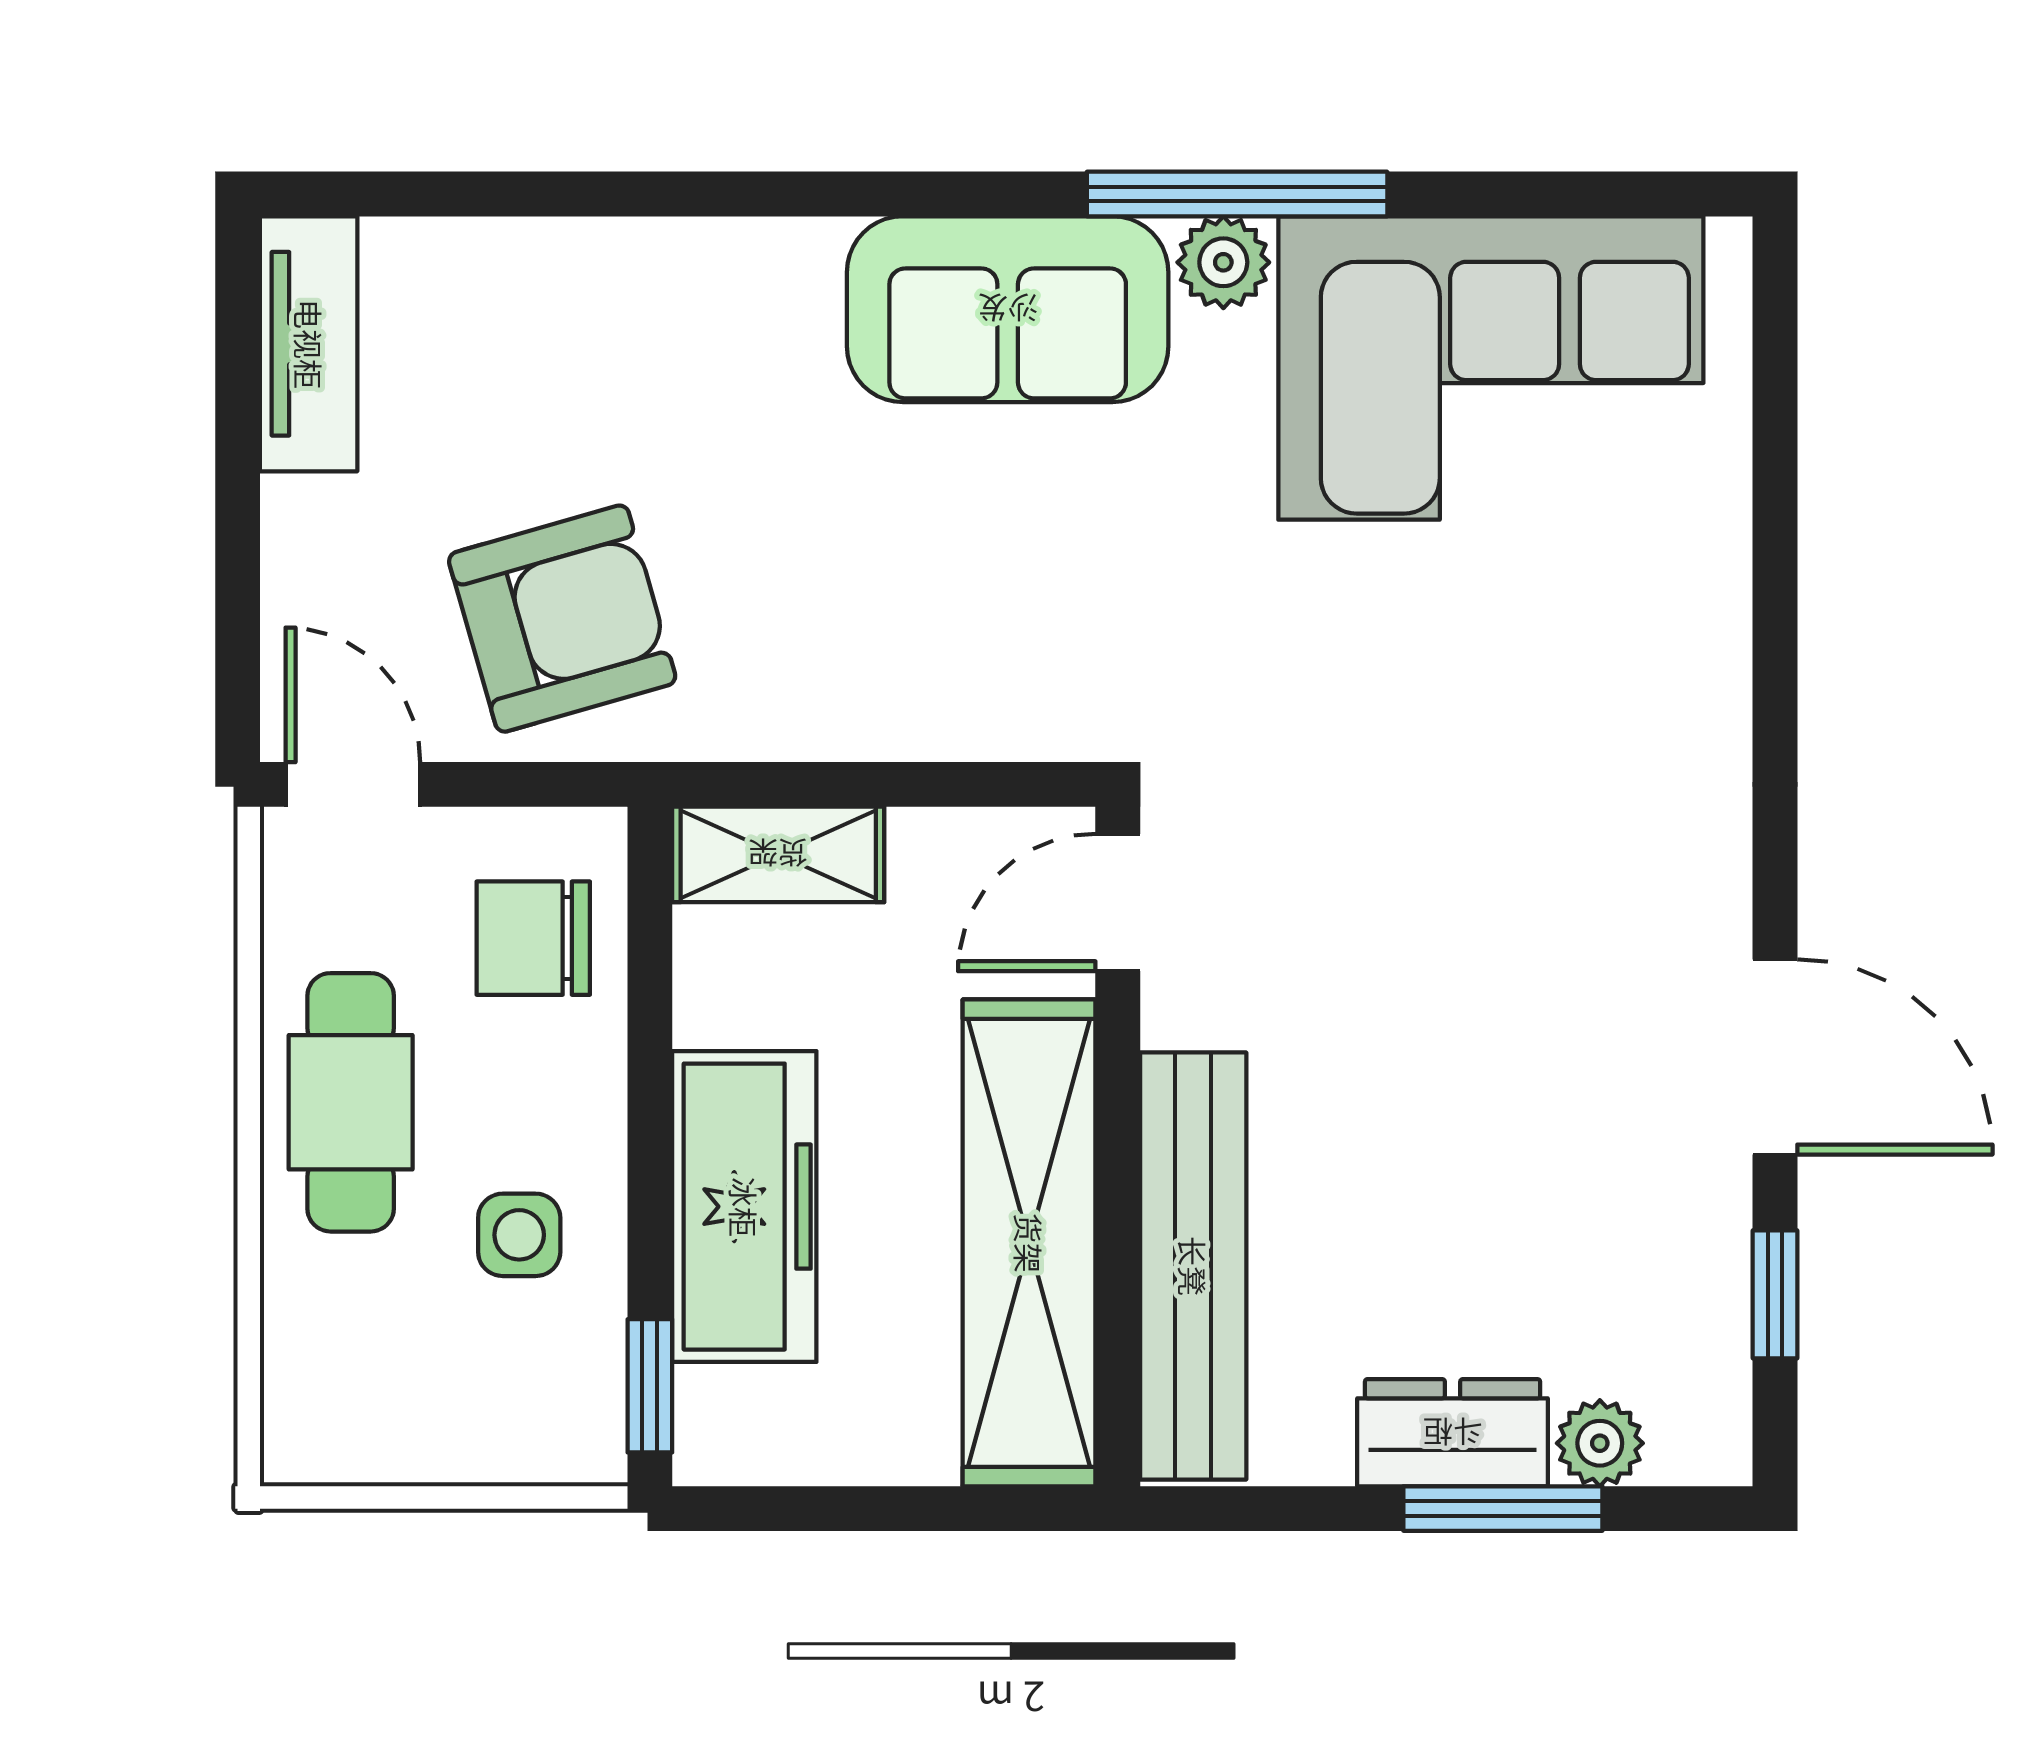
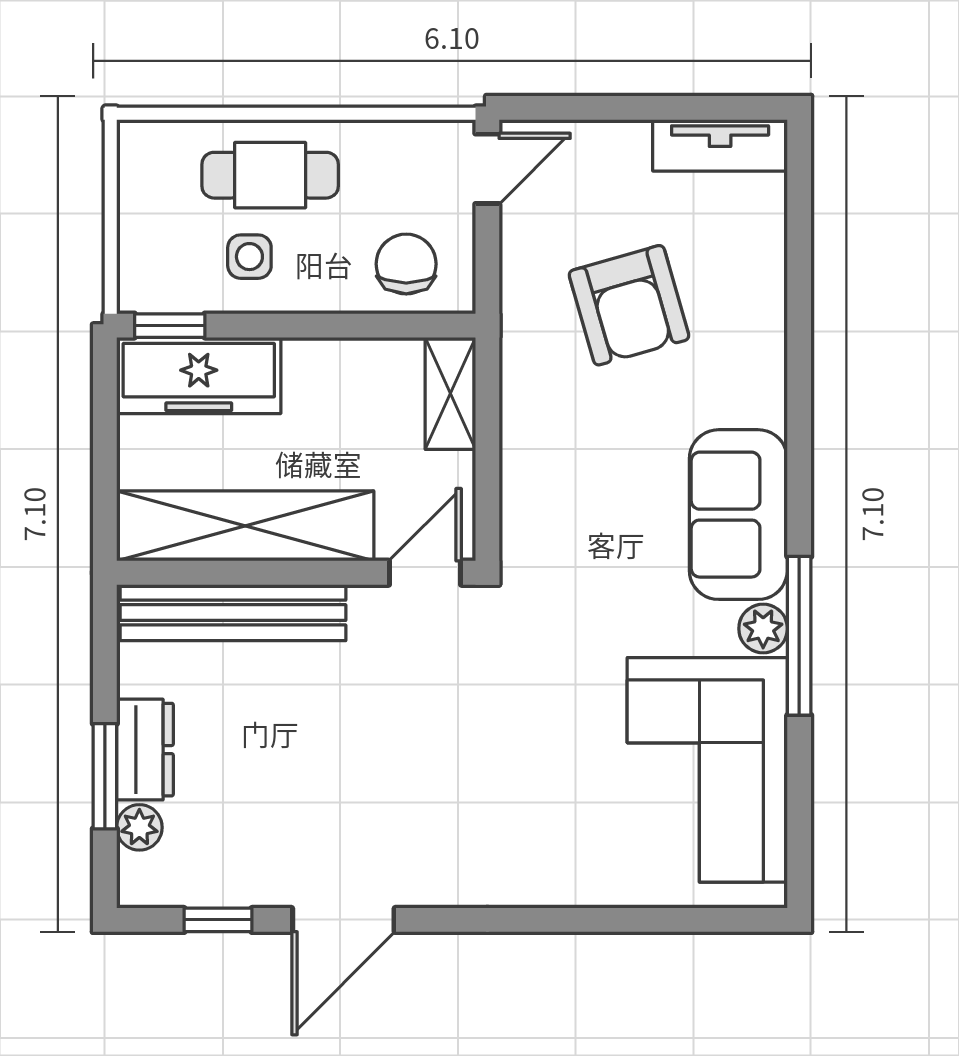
armchair: (562, 619) -> (629, 305), moved
door: (1118, 902) -> (425, 573), hinge flipped
cafe table: (351, 1102) -> (270, 175), moved
freezer: (744, 1207) -> (199, 375), moved

